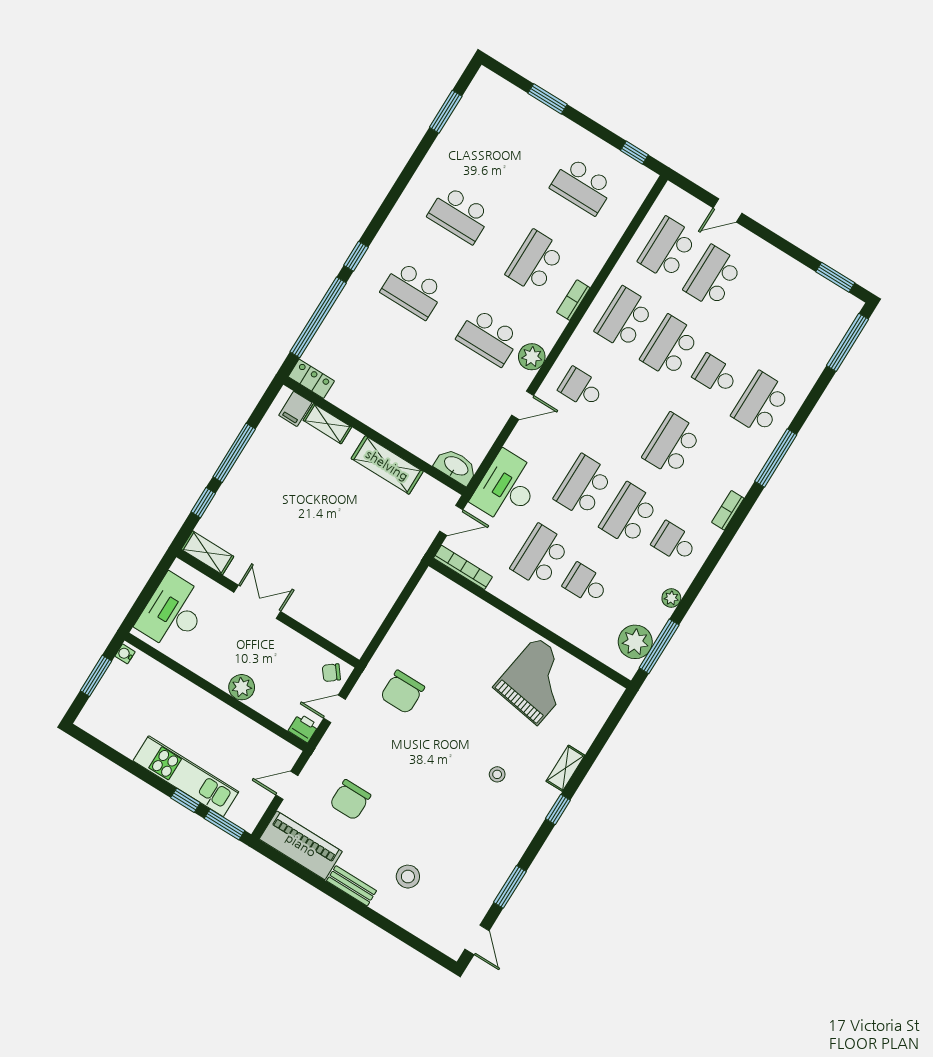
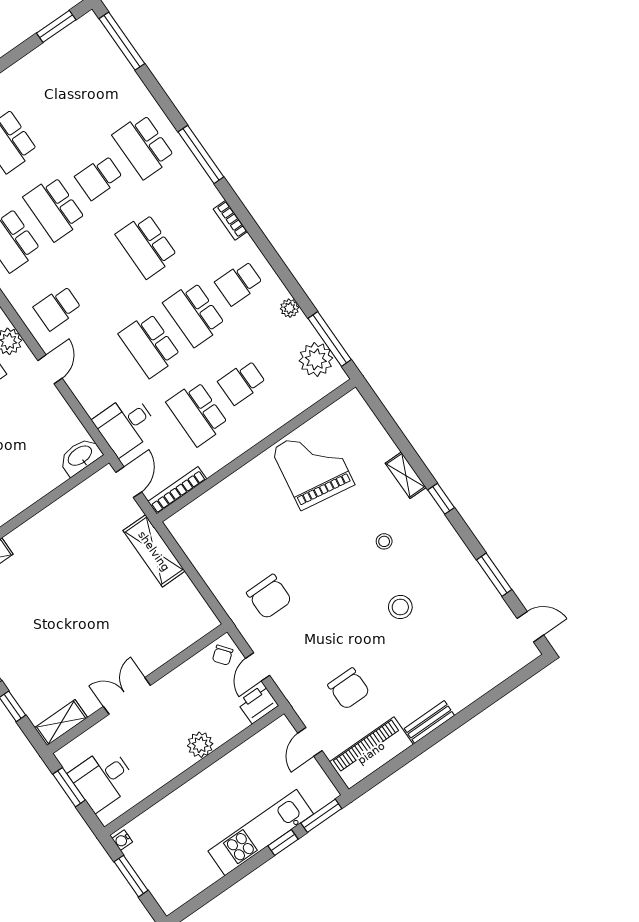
shelving: (387, 465) -> (154, 551), moved, turned 90
desk: (507, 488) -> (126, 425), width x0.73
window: (152, 585) -> (69, 787), added
desk: (173, 612) -> (103, 779), width x0.73
printer: (303, 728) -> (258, 704), width x1.36, depth x1.24
stool: (408, 877) -> (400, 607), moved

